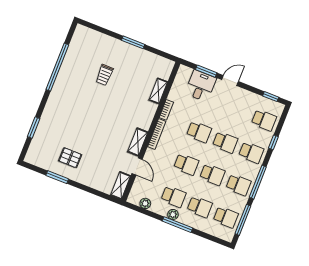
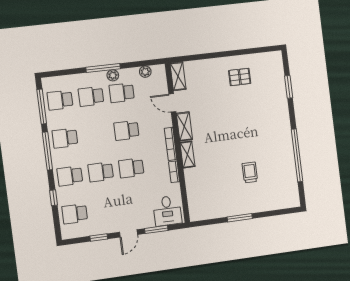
desk: (201, 86) -> (167, 211), moved
shelving: (158, 91) -> (187, 154), moved
window: (271, 97) -> (99, 237), moved
school desk: (212, 175) -> (96, 134), removed
window: (57, 177) -> (242, 52), removed

